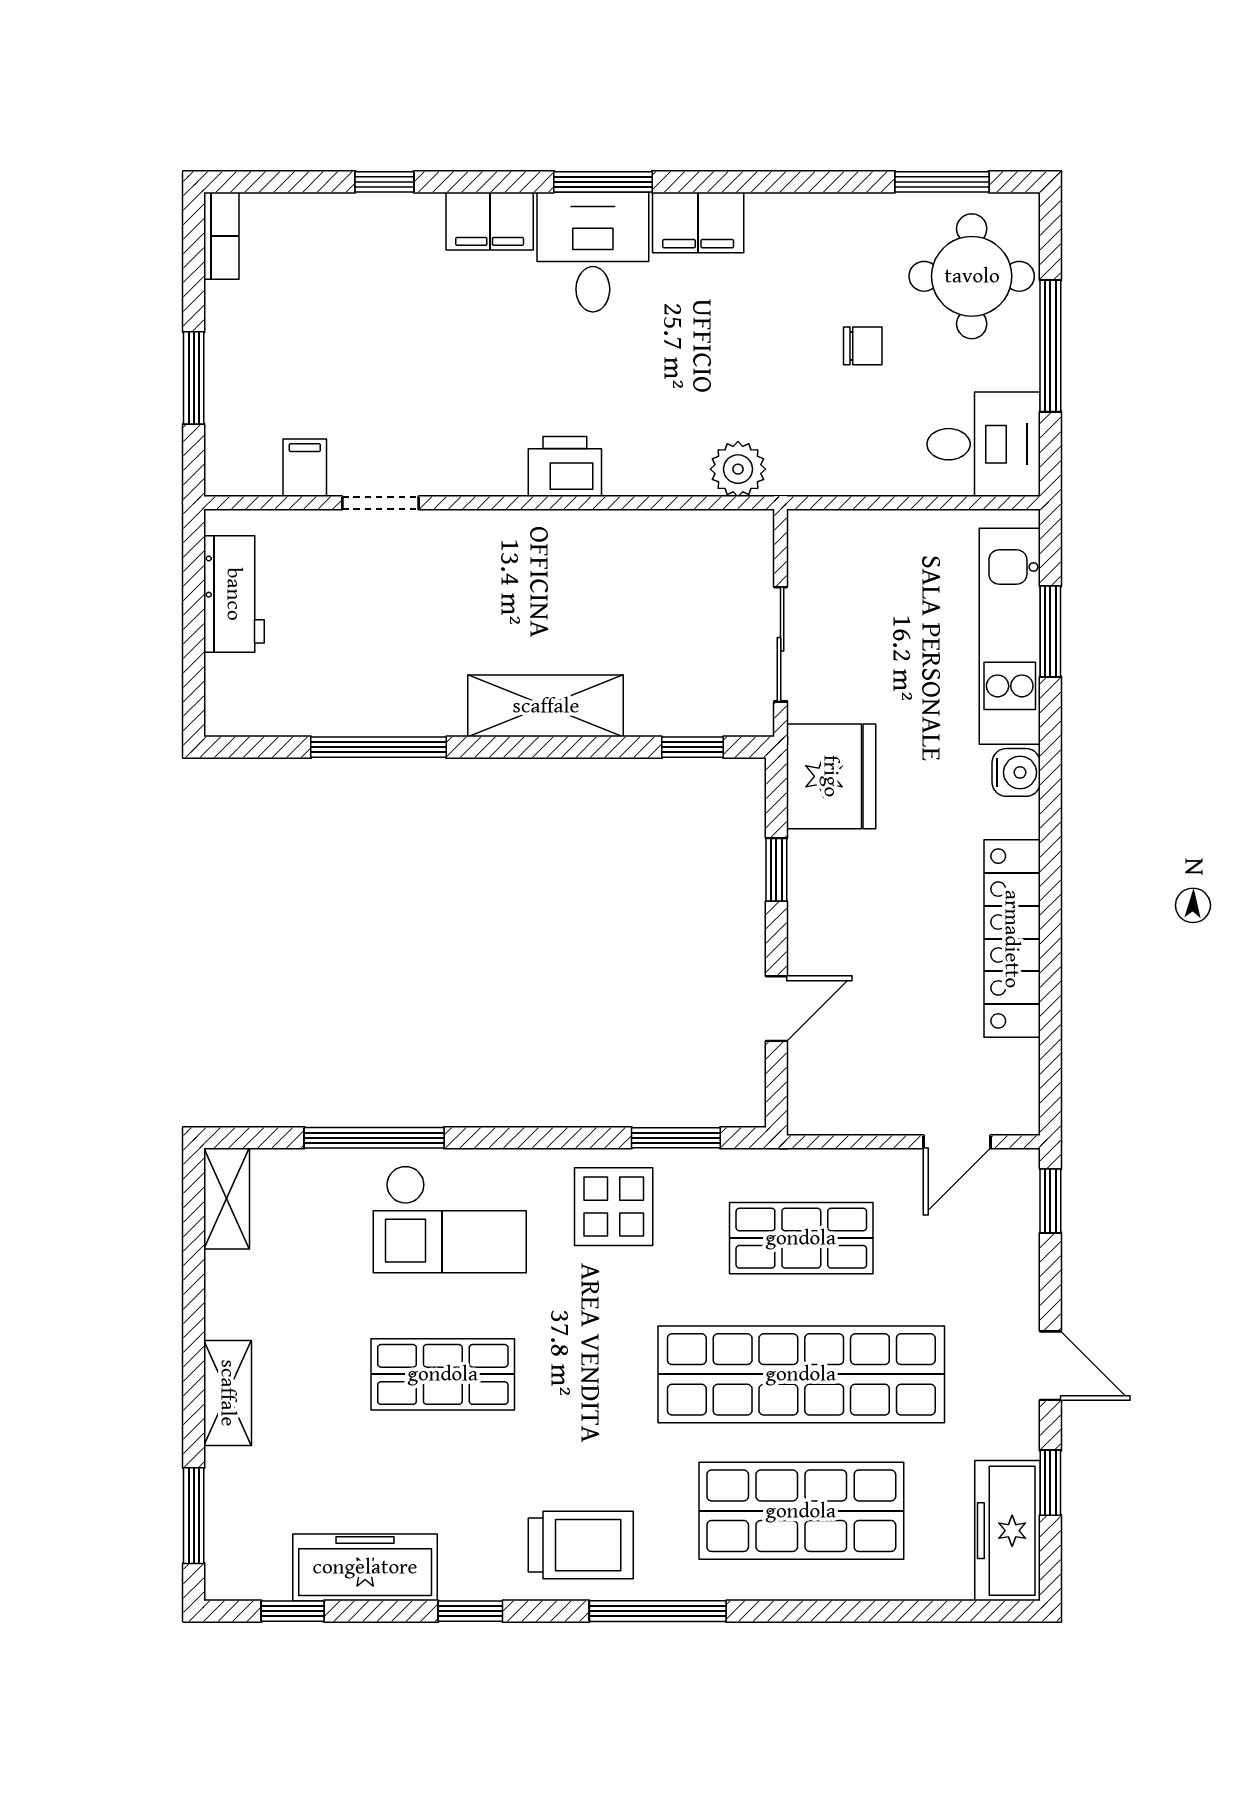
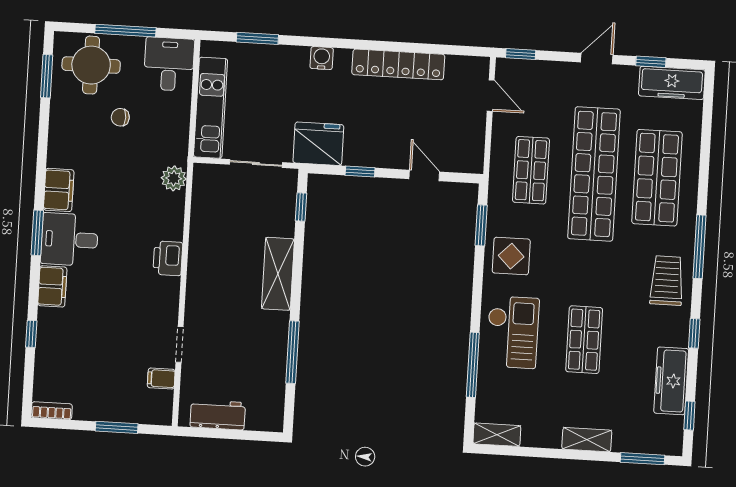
chair: (863, 346) -> (120, 117), turned -90
kitchen unit: (1010, 636) -> (211, 108), moved, turned -90

